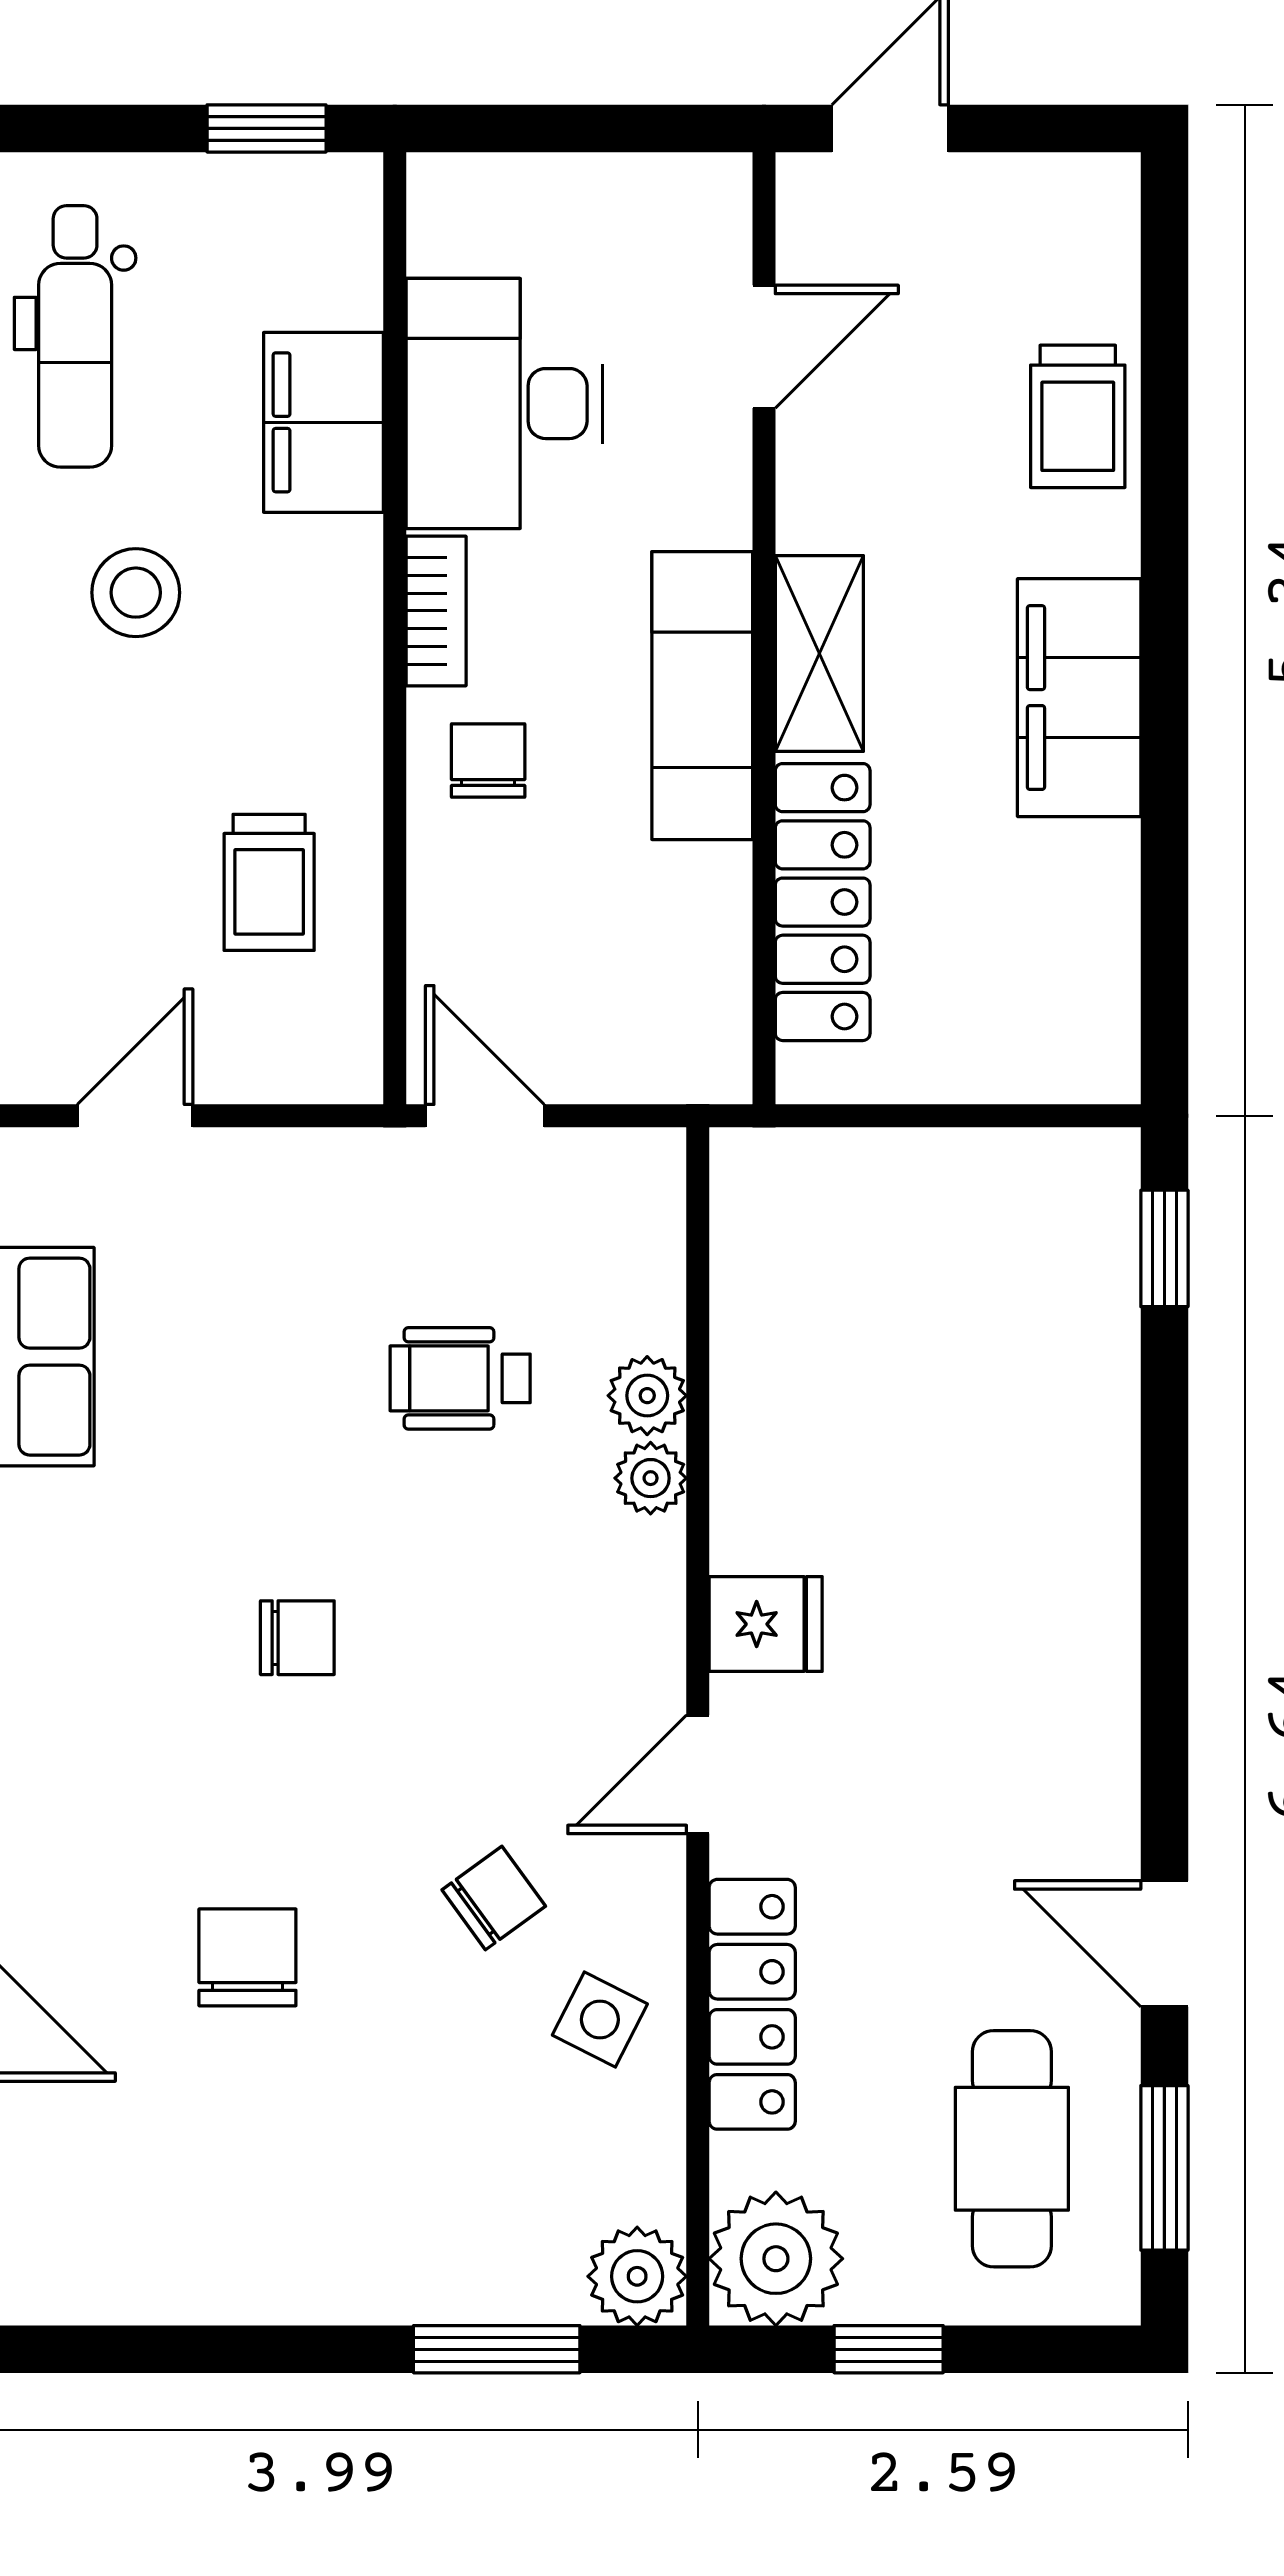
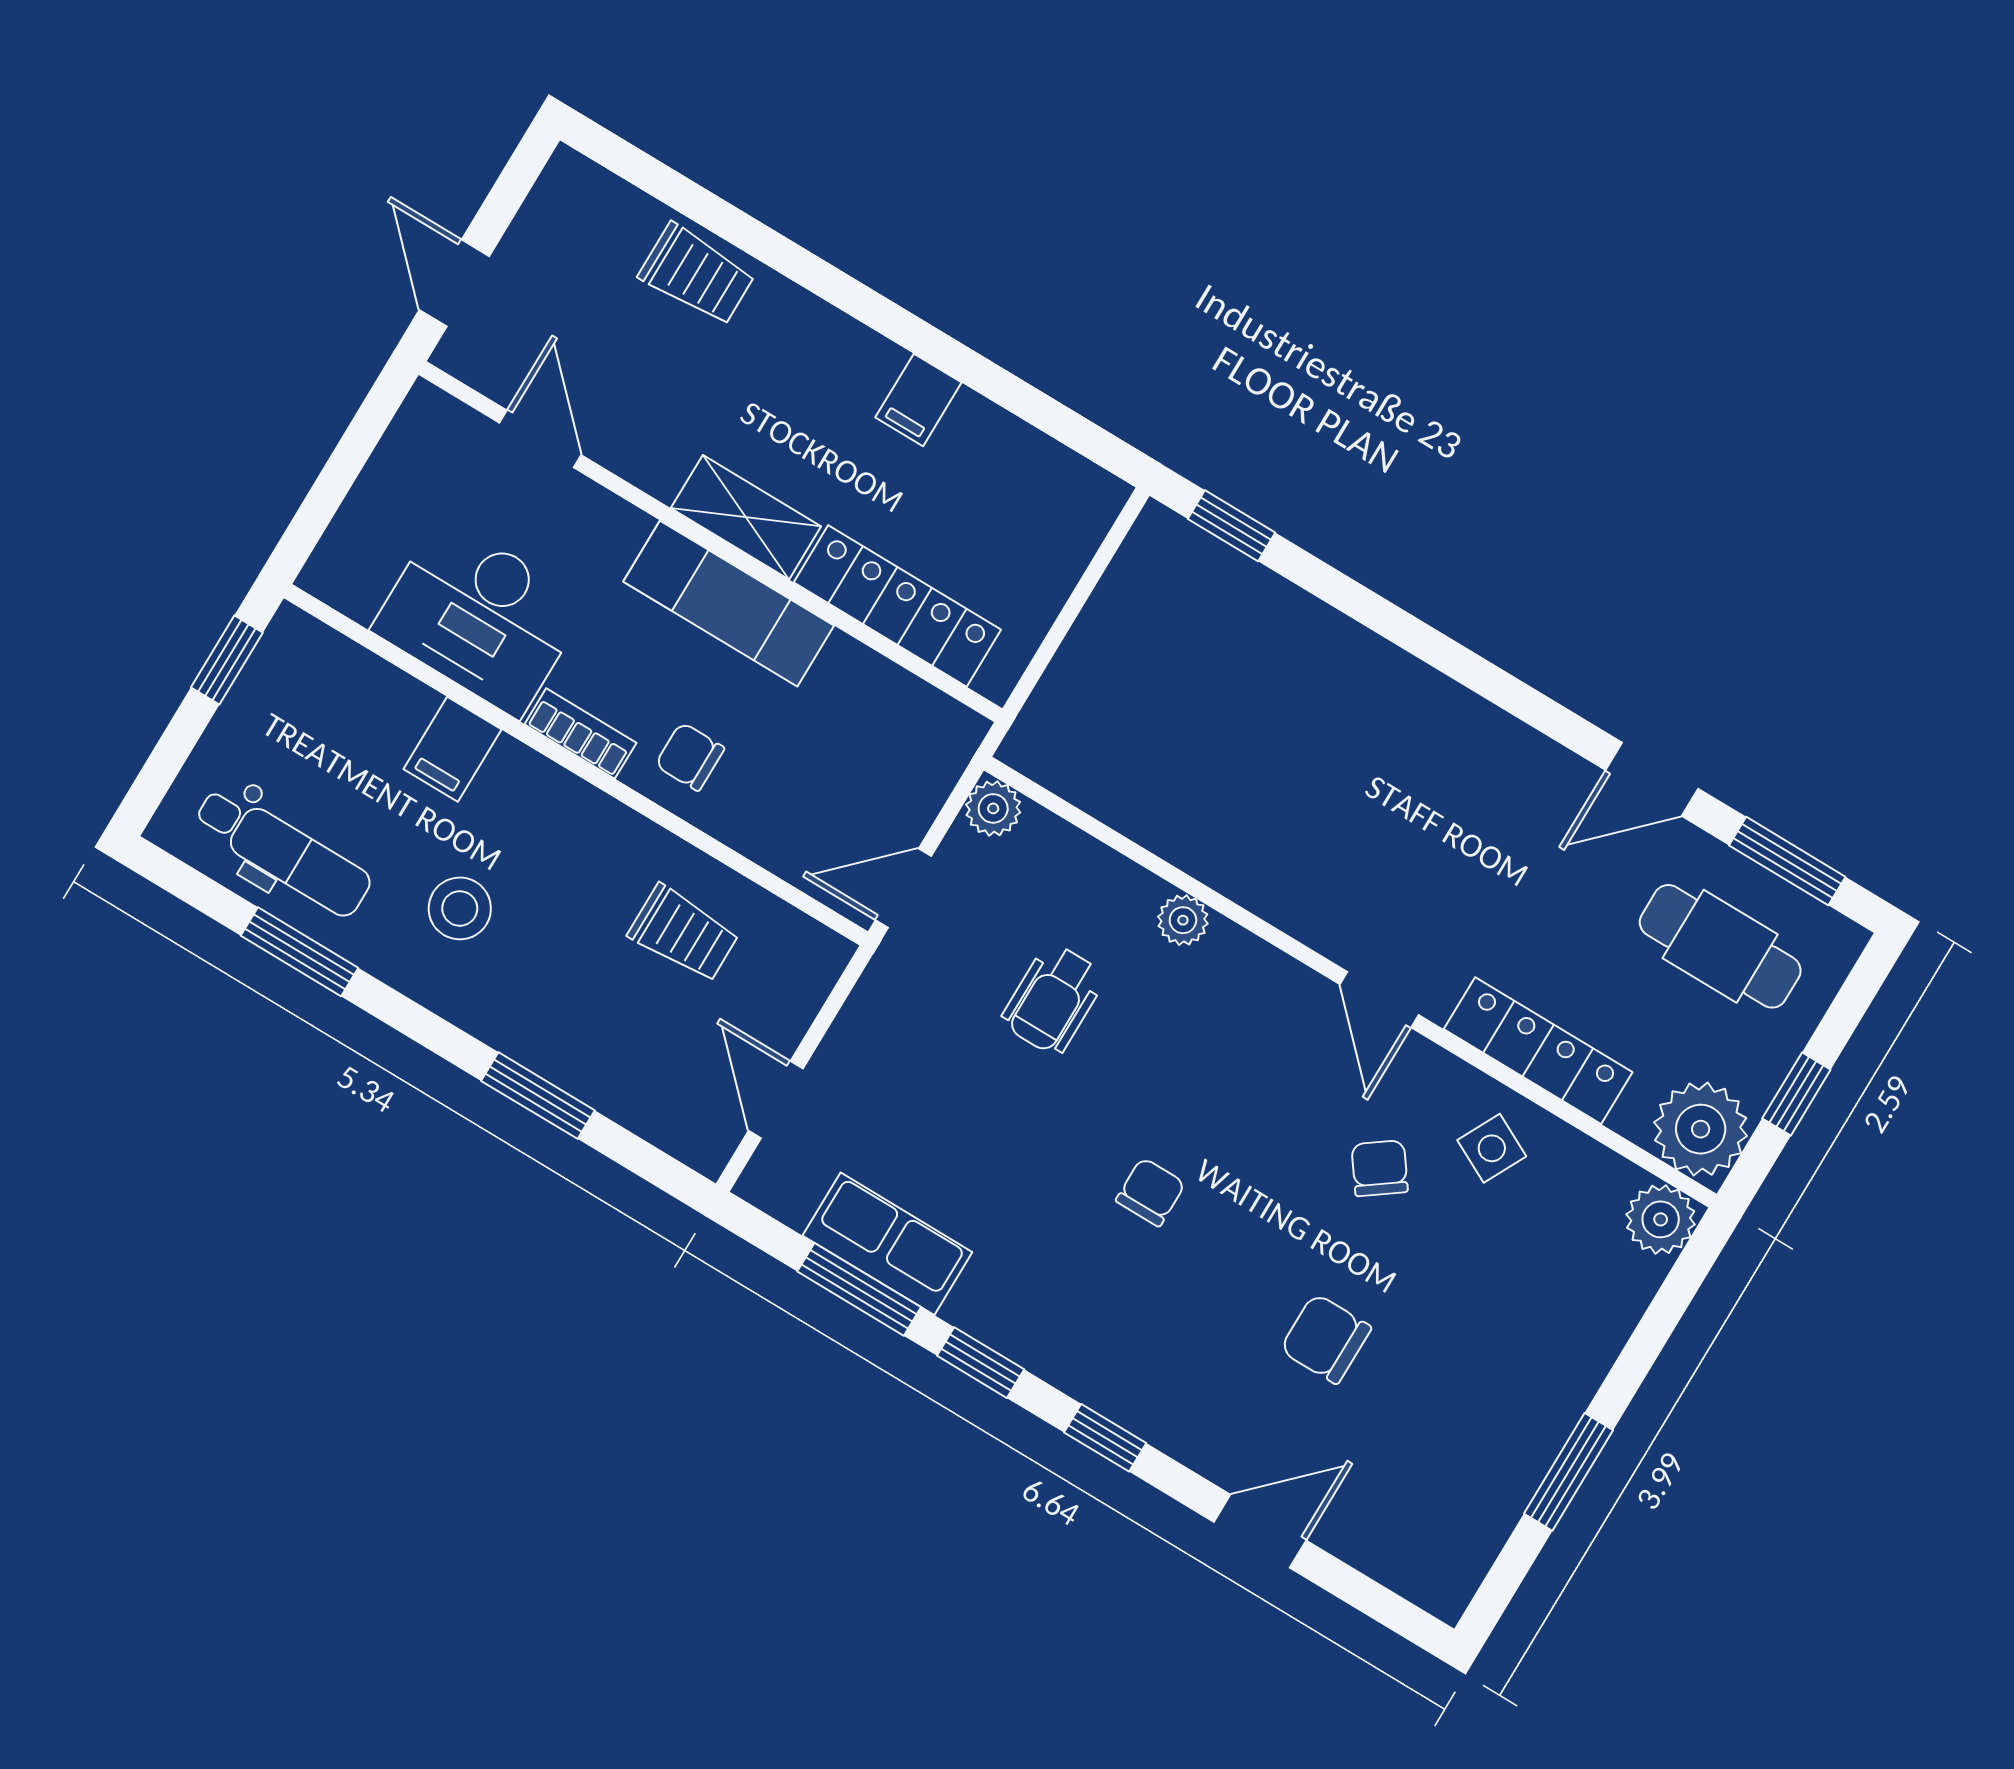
filing cabinet: (324, 422) -> (452, 749), width x0.50
filing cabinet: (1079, 698) -> (918, 400), width x0.33, depth x0.86
plant: (647, 1396) -> (993, 808), moved
fridge: (766, 1624) -> (1313, 904), removed
window: (497, 2349) -> (1568, 1472), moved

